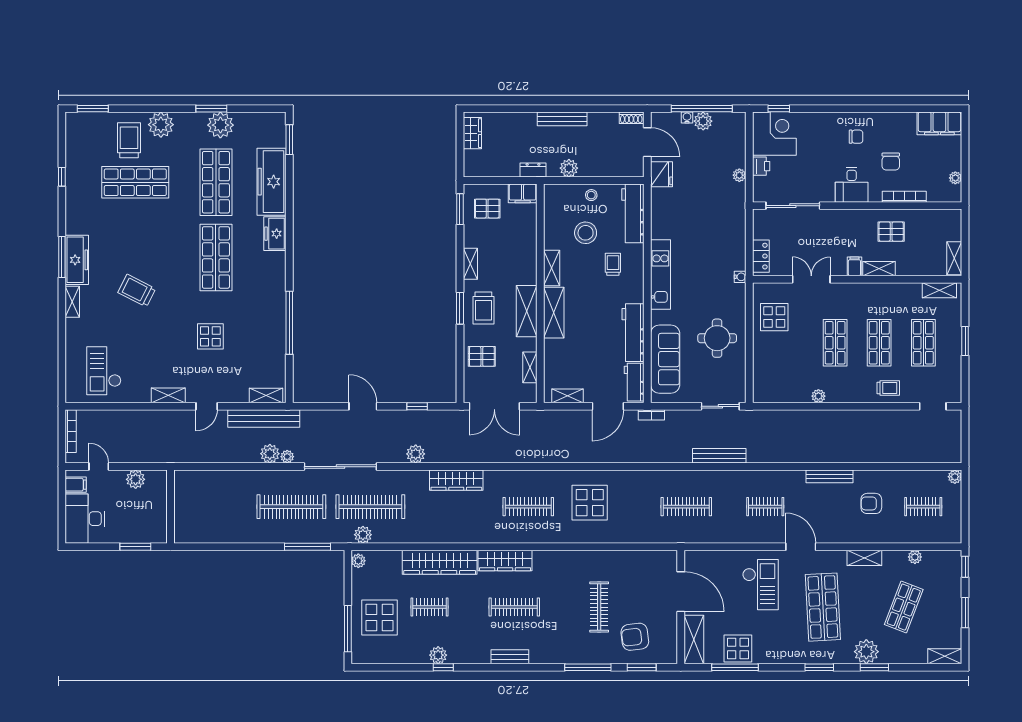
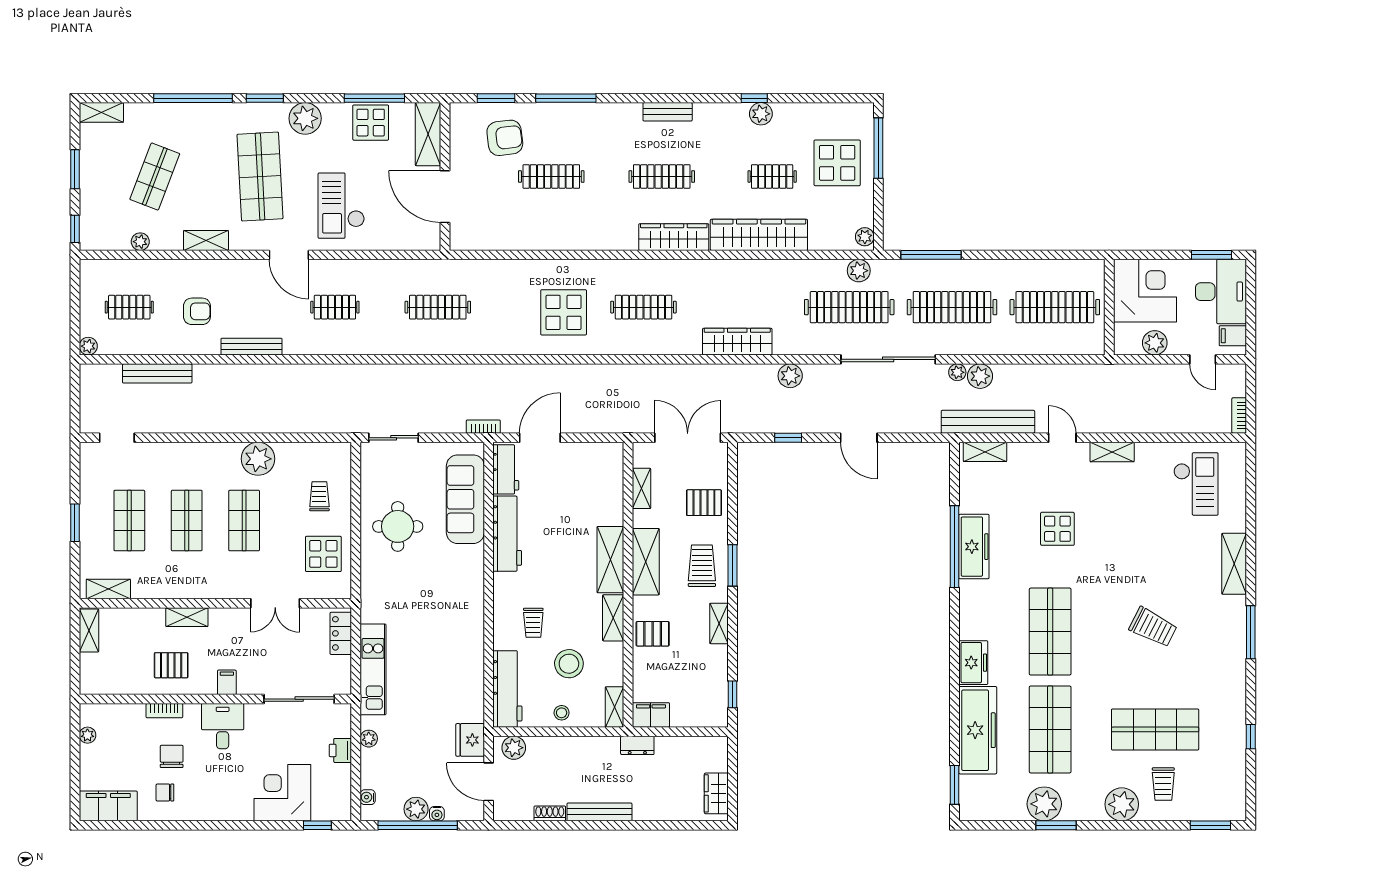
shoe rack: (631, 118) -> (550, 813), moved
corner desk: (774, 134) -> (282, 793), moved, turned 90
chair: (856, 137) -> (165, 792), moved
trolley: (129, 140) -> (1163, 784), width x0.73, depth x0.72
plant: (569, 168) -> (514, 748), moved
bookcase: (904, 197) -> (164, 711), width x0.64
window: (460, 209) -> (732, 694), width x0.67
pallet: (487, 209) -> (653, 634), moved
freezer: (77, 260) -> (974, 547), moved, turned 180
filing cabinet: (854, 266) -> (227, 682), moved, turned 180
kitchen unit: (660, 275) -> (373, 669), moved, turned 180
water cooler: (740, 277) -> (368, 797), moved
trolley: (137, 291) -> (1153, 627), moved
shelving: (72, 302) -> (1234, 564), width x1.50, depth x1.33
trolley: (888, 388) -> (319, 496), moved, turned 90
shelving: (568, 396) -> (614, 707), moved, turned 90
plant: (818, 396) -> (258, 459), width x1.88, depth x1.88
door: (207, 406) -> (1062, 438), hinge flipped
bookcase: (71, 431) -> (1239, 416), width x0.64
bench: (719, 456) -> (157, 373), moved
clothes rail: (212, 507) -> (1055, 307), added
corner desk: (143, 519) -> (1145, 291), added
window: (135, 547) -> (1211, 255), moved
clothes rail: (599, 607) -> (551, 176), turned 90
plant: (866, 652) -> (305, 118), moved
window: (874, 667) -> (193, 98), width x2.11

